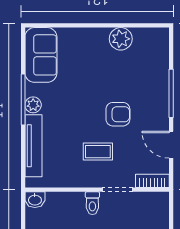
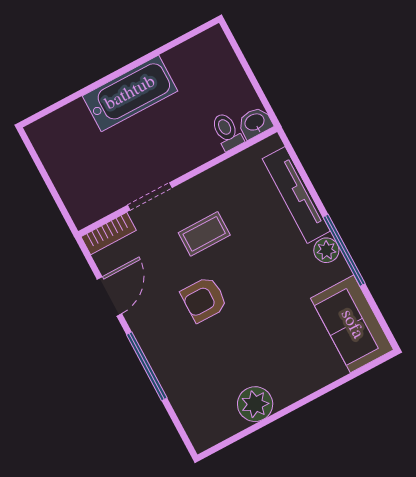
door: (171, 145) -> (109, 296), hinge flipped
toilet: (92, 203) -> (227, 131), moved

